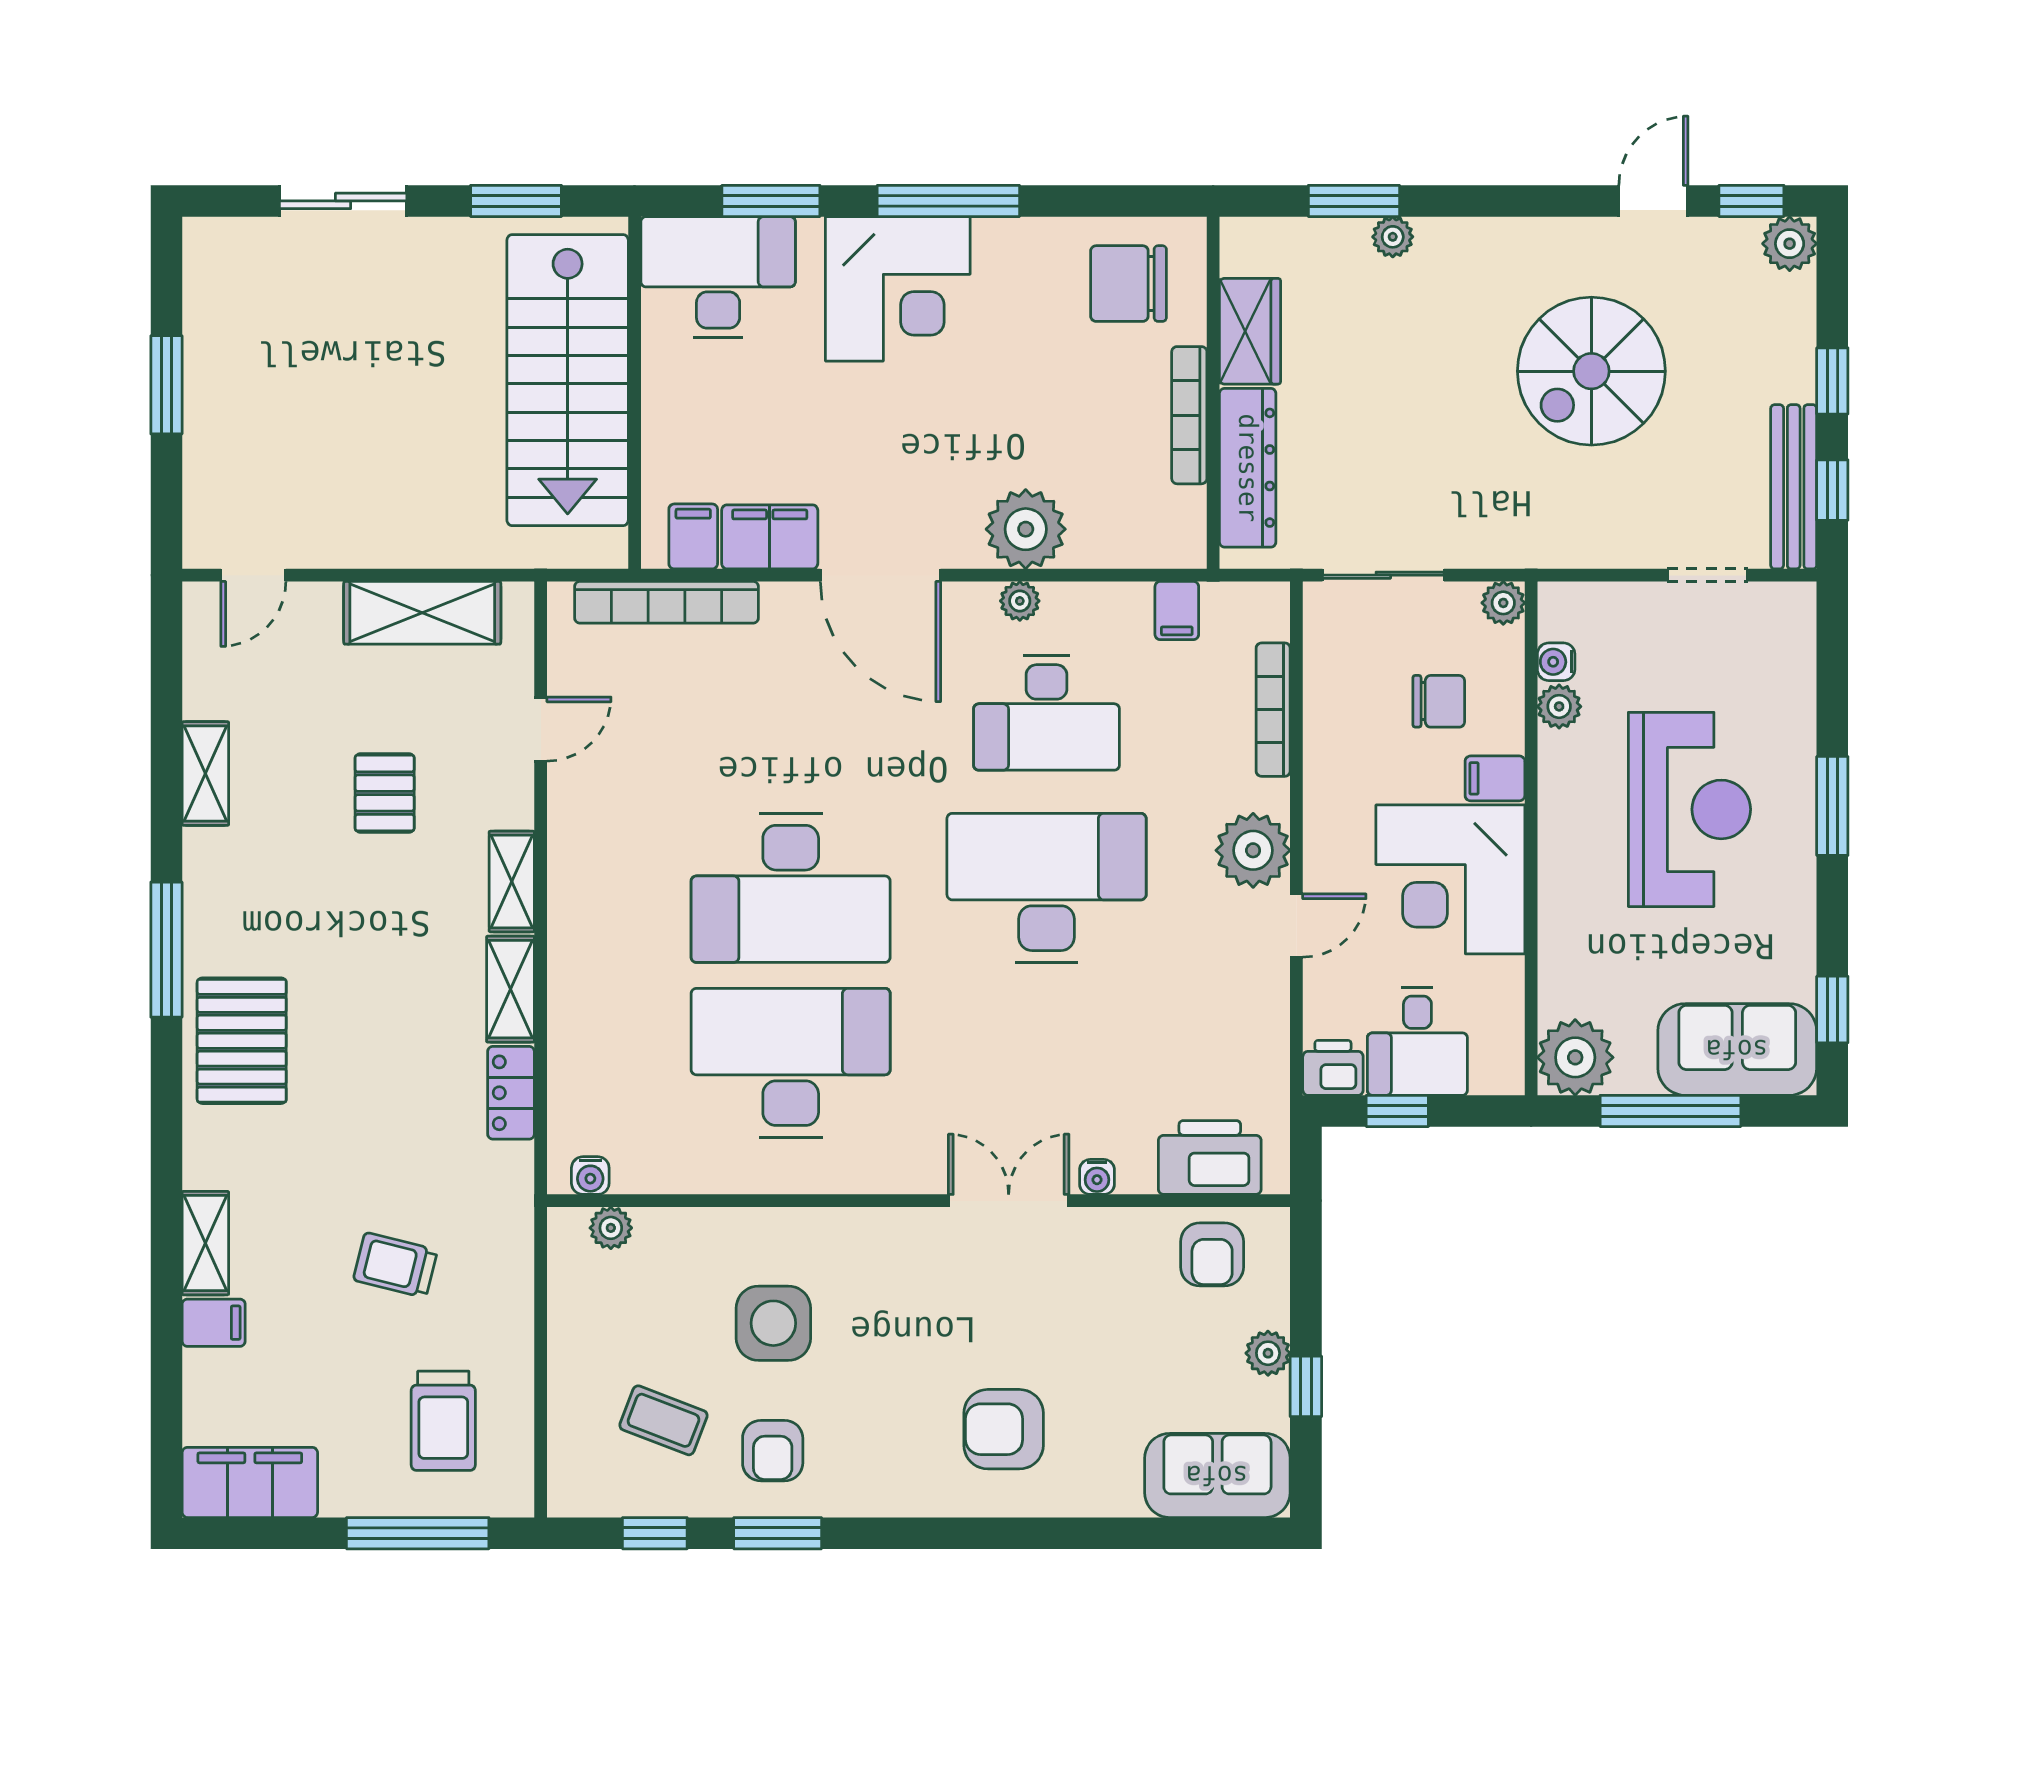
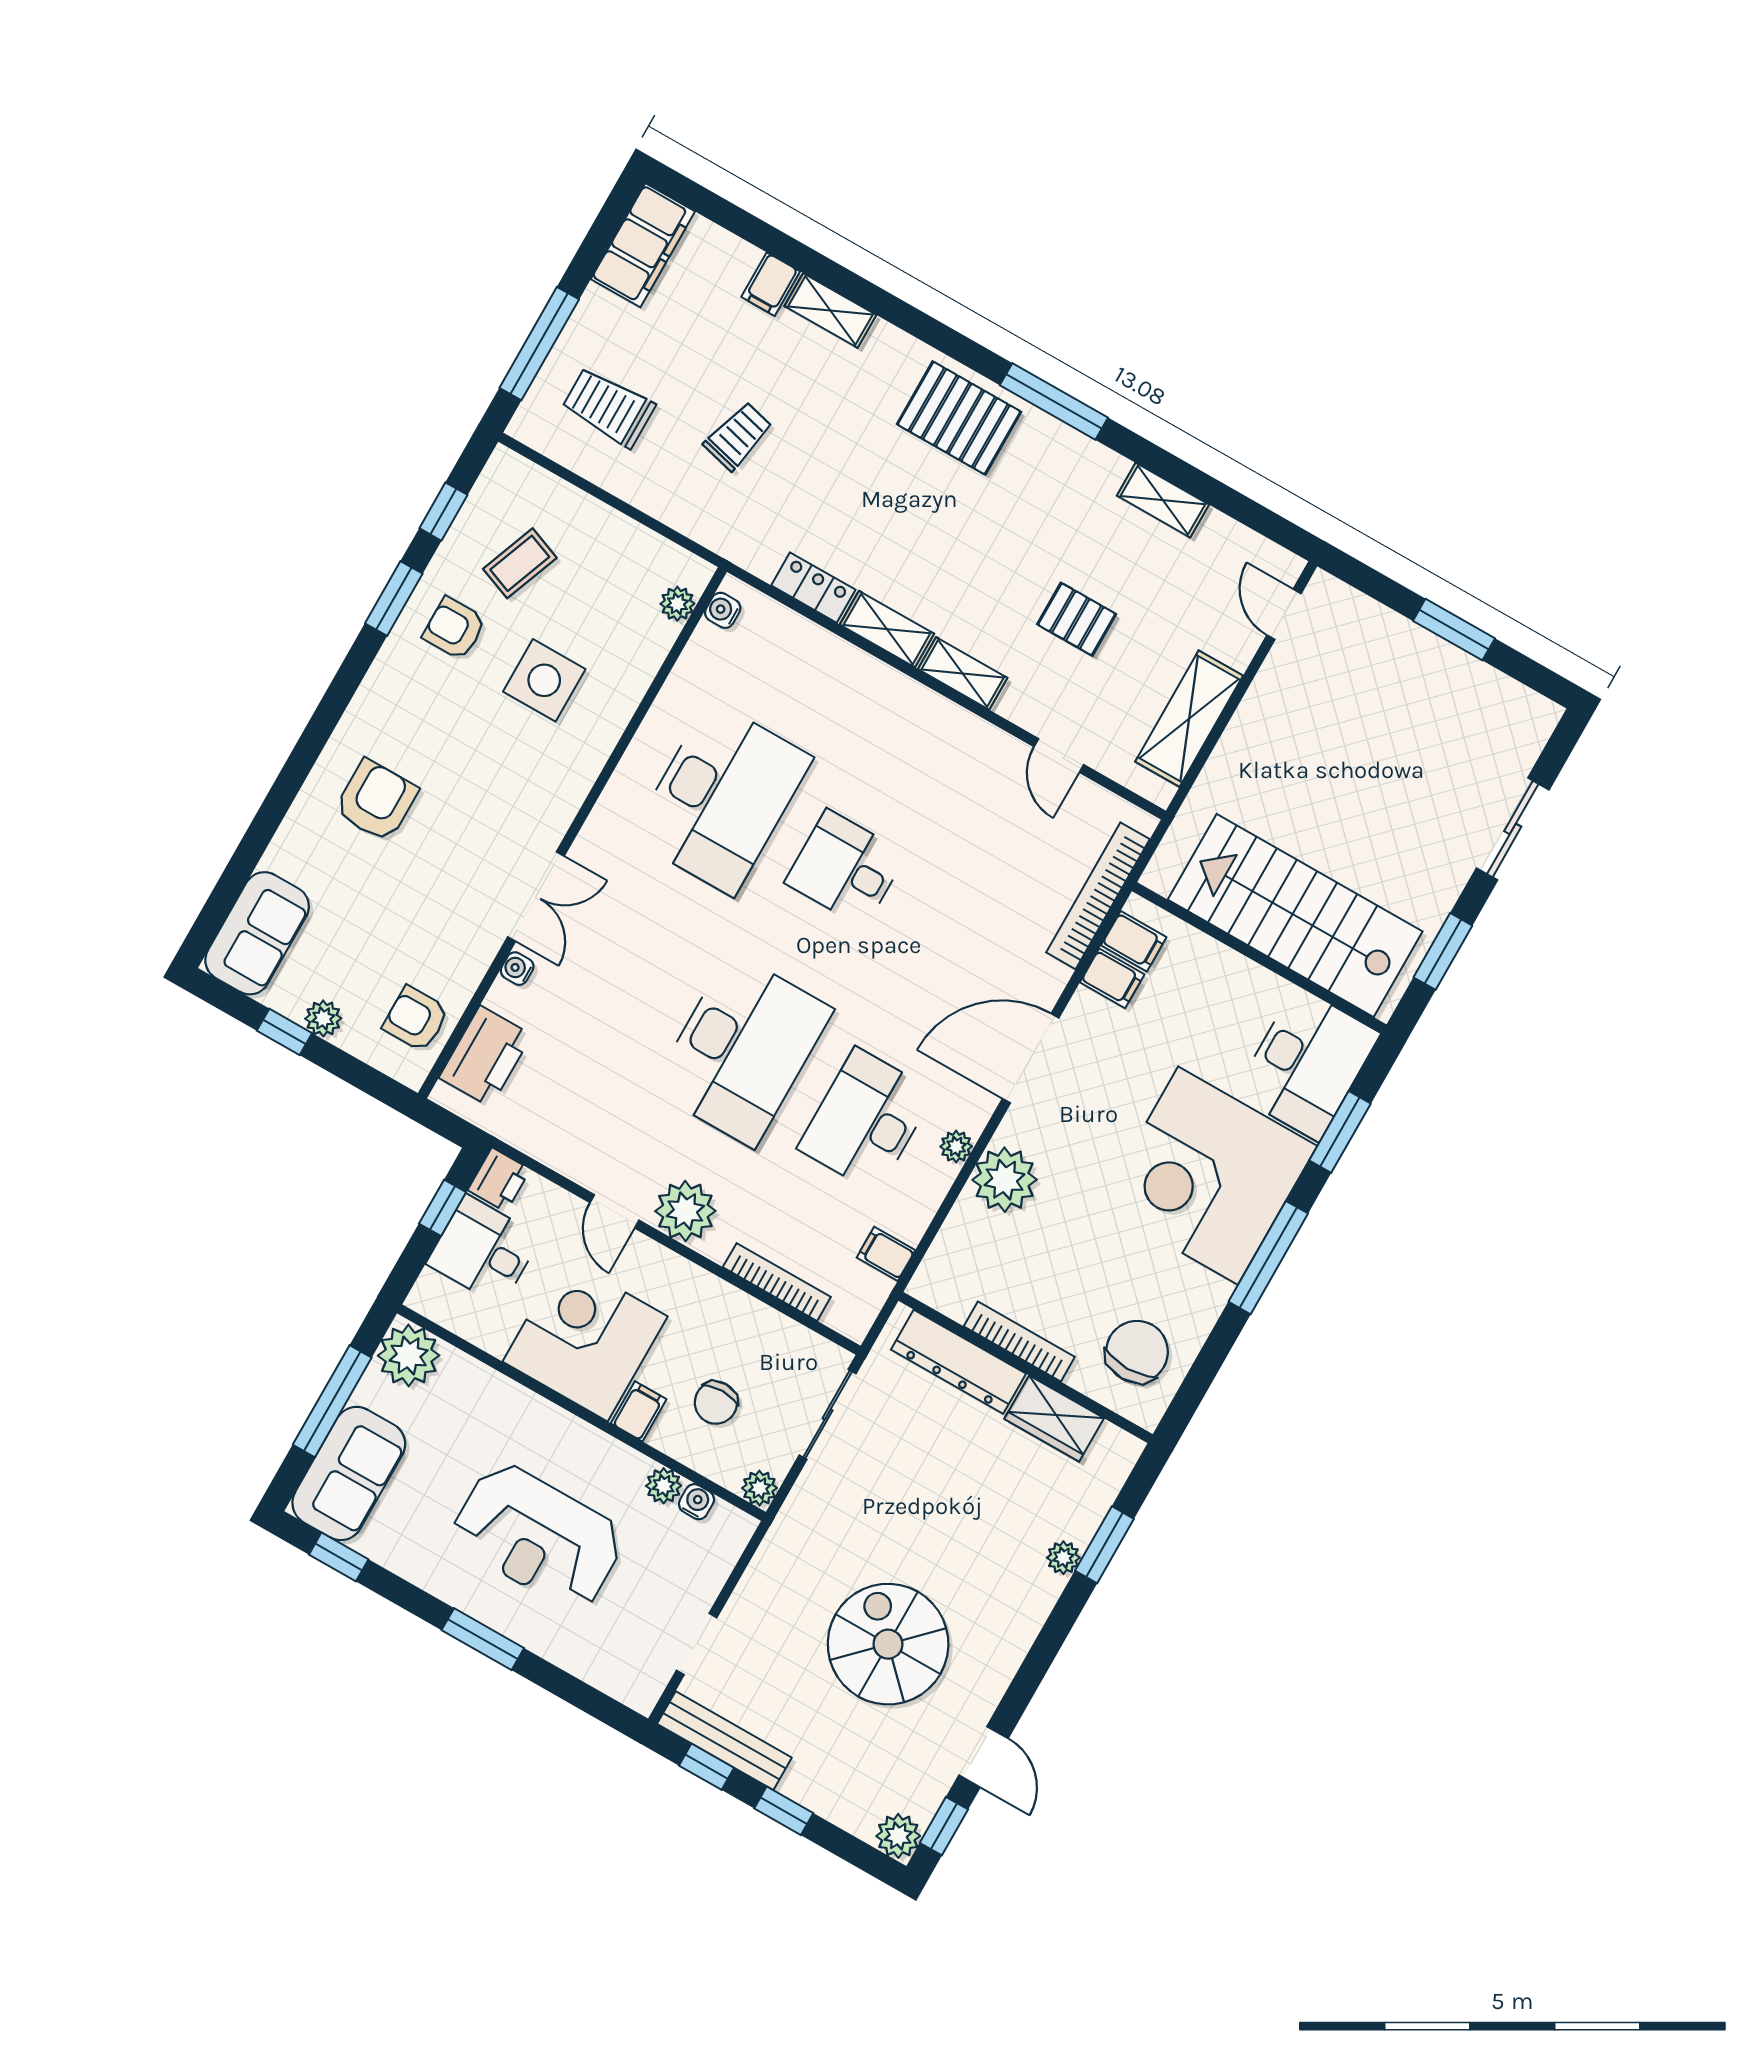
corner desk: (898, 289) -> (1208, 1176), width x1.36, depth x1.36
filing cabinet: (770, 537) -> (1112, 978), width x0.50
desk: (791, 888) -> (846, 868), width x0.53, depth x0.77

